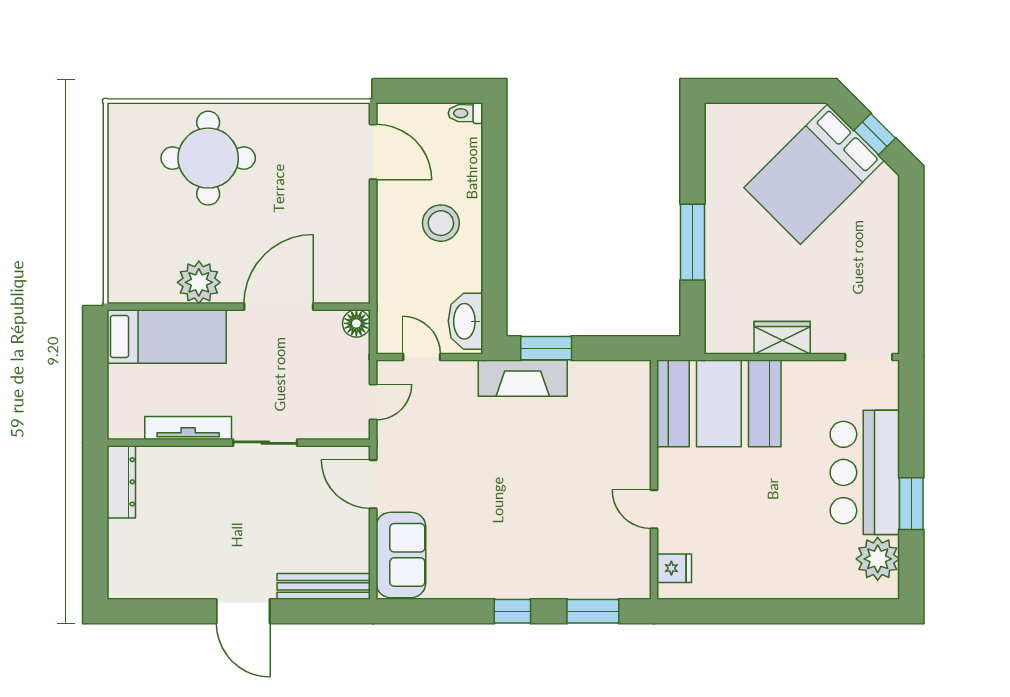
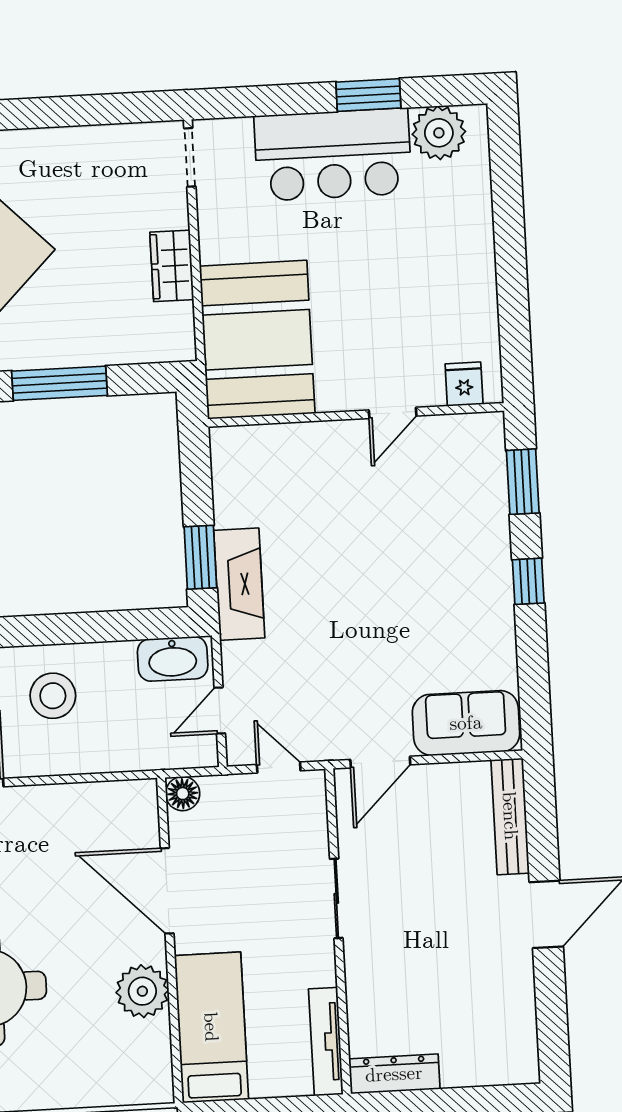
tv unit: (188, 428) -> (326, 1042), moved

